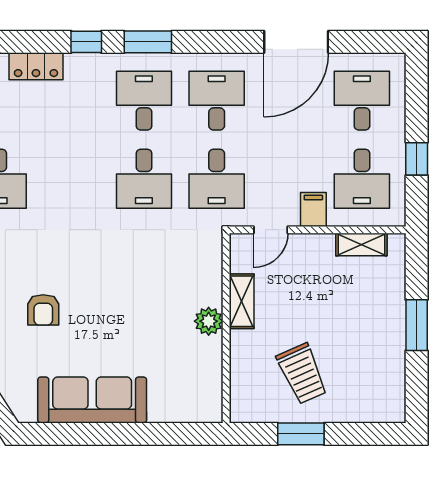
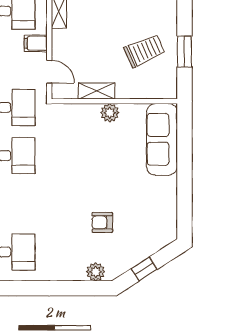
armchair: (43, 310) -> (102, 222), turned 180
sofa: (92, 400) -> (162, 139), moved

